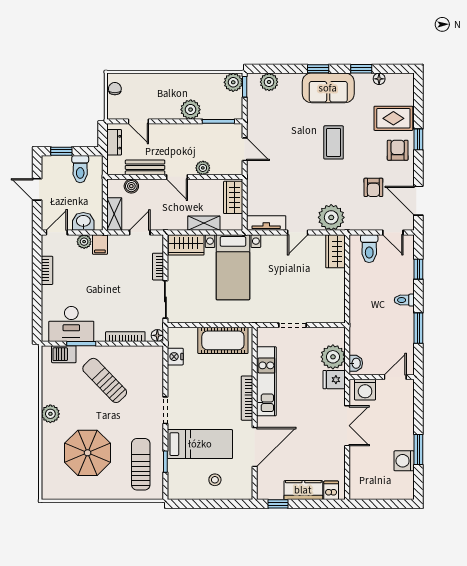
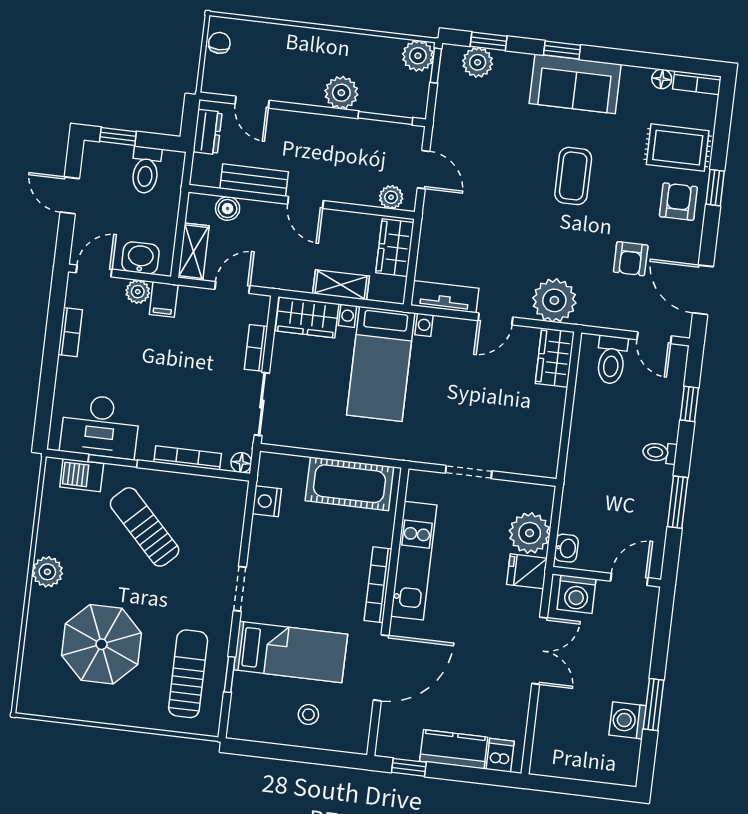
window: (361, 69) -> (489, 41), moved
bookcase: (400, 79) -> (697, 83), added
plant: (203, 168) -> (391, 197), moved

